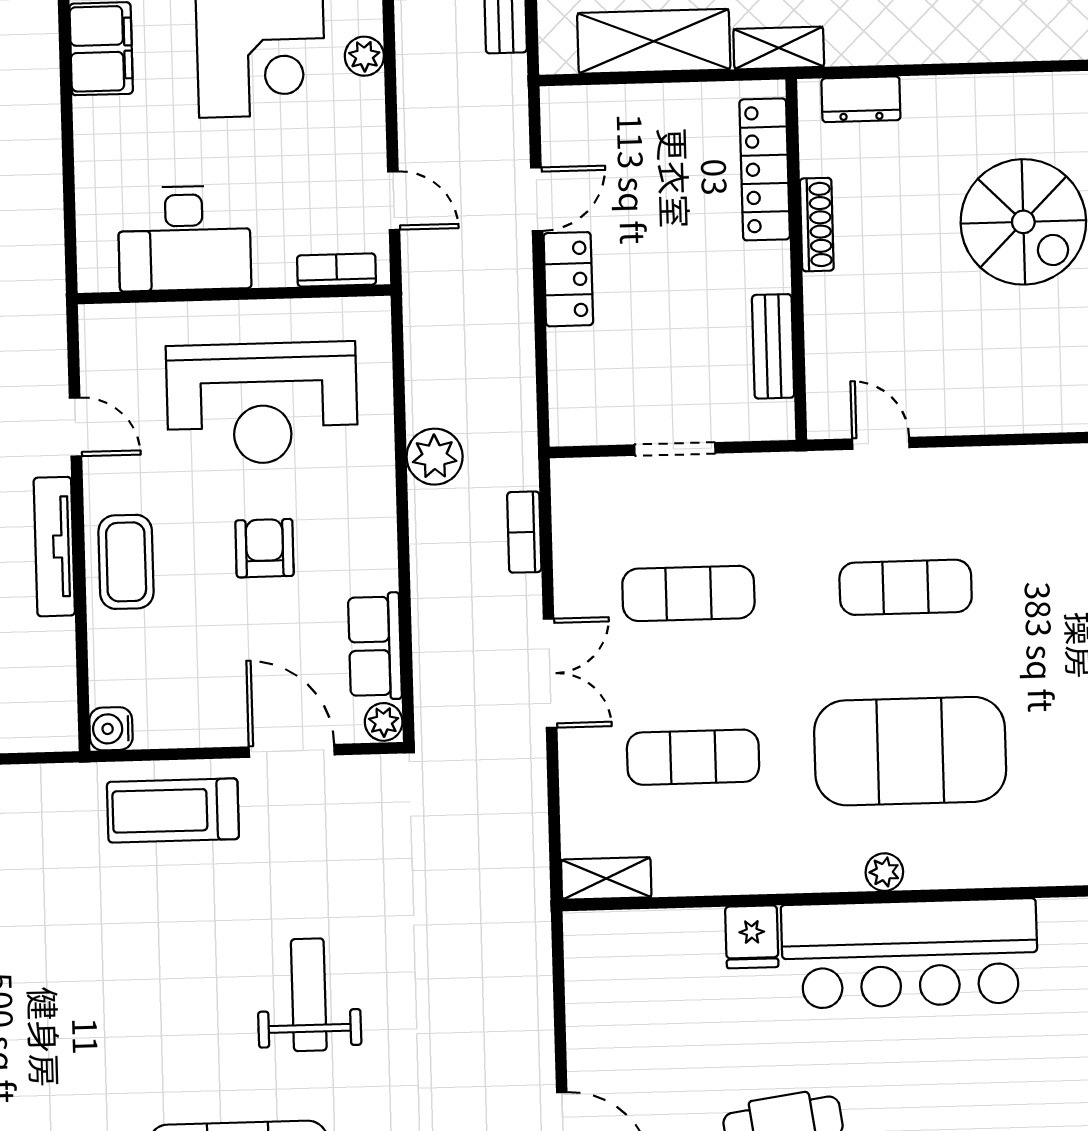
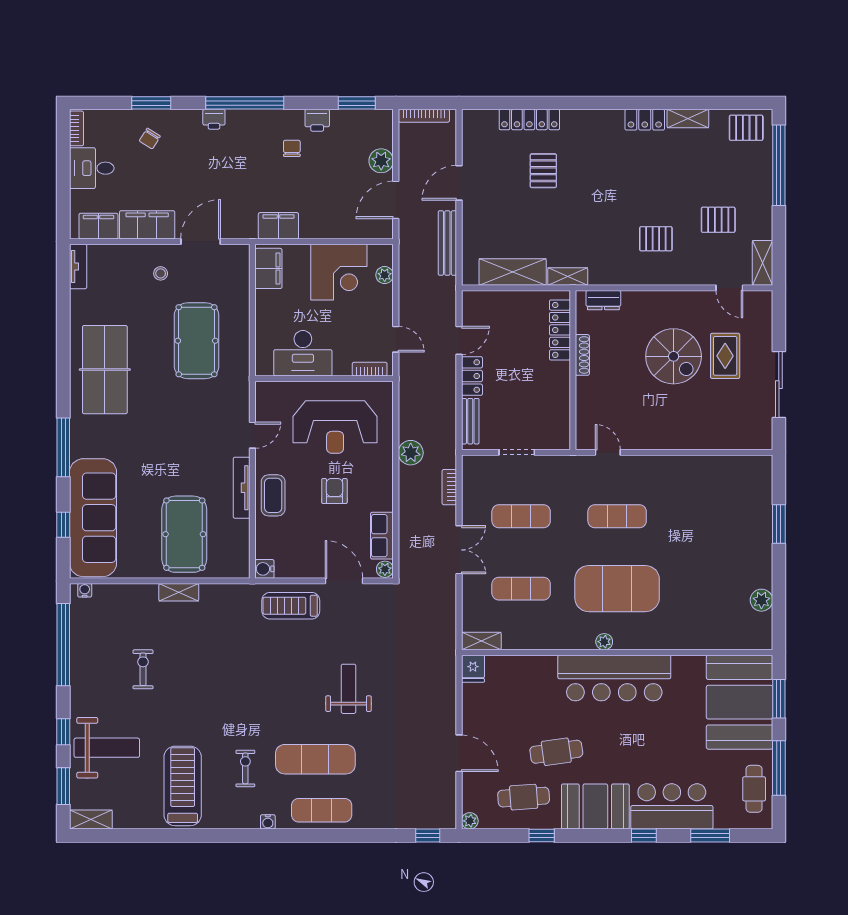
bench: (773, 346) -> (470, 421), moved
door: (75, 427) -> (252, 435), hinge flipped
fridge: (752, 937) -> (473, 669), moved

